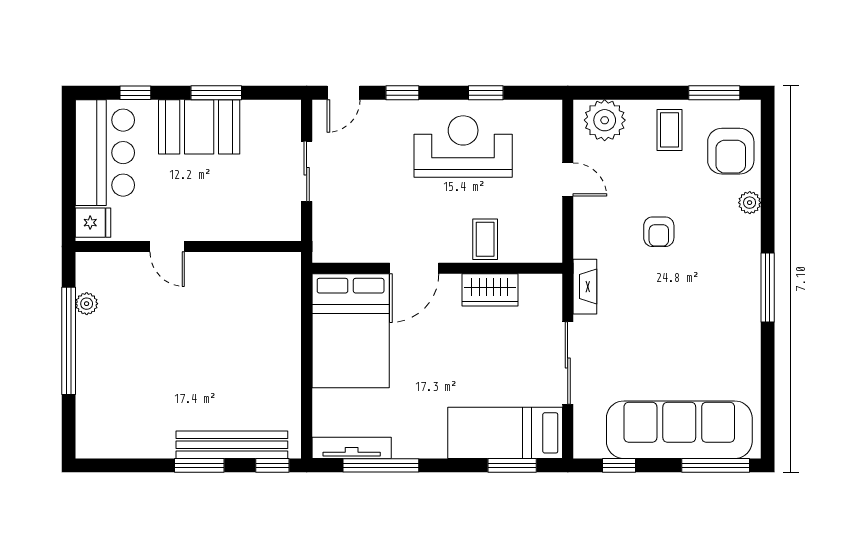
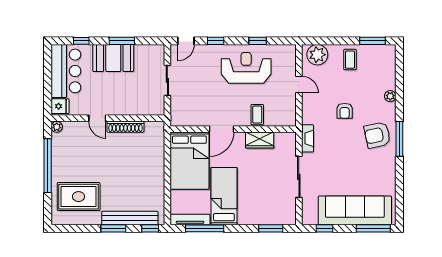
armchair: (731, 151) -> (377, 135), moved, turned 78
shoe rack: (223, 263) -> (125, 127), added
plant: (87, 304) -> (57, 127), moved
rug: (130, 402) -> (79, 197), added
bed: (505, 433) -> (224, 196), moved, turned 90

